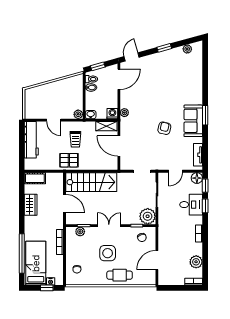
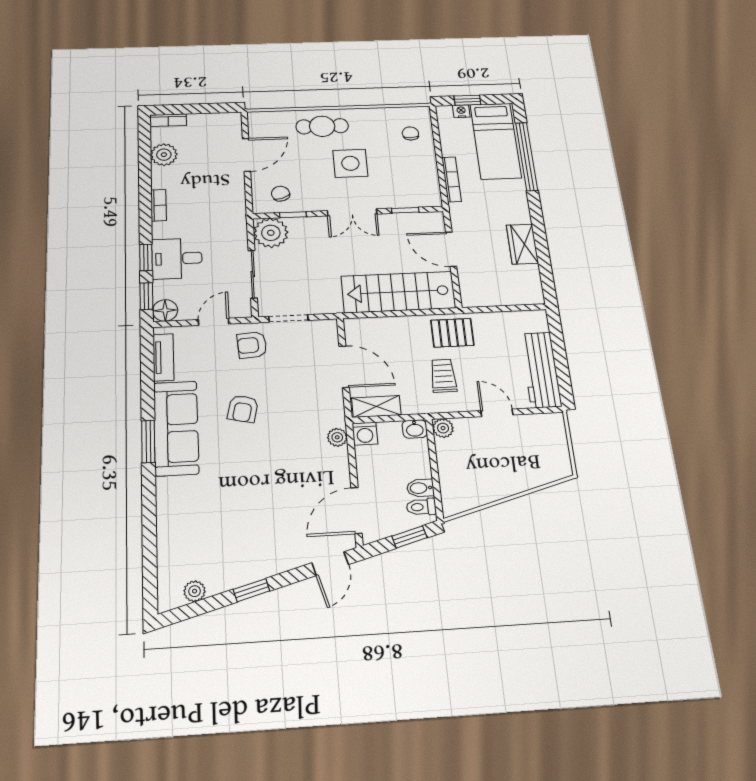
sofa: (193, 121) -> (176, 428), width x1.36
armchair: (159, 159) -> (252, 345), added
cot: (35, 178) -> (521, 294), removed
plant: (80, 232) -> (412, 199), removed

